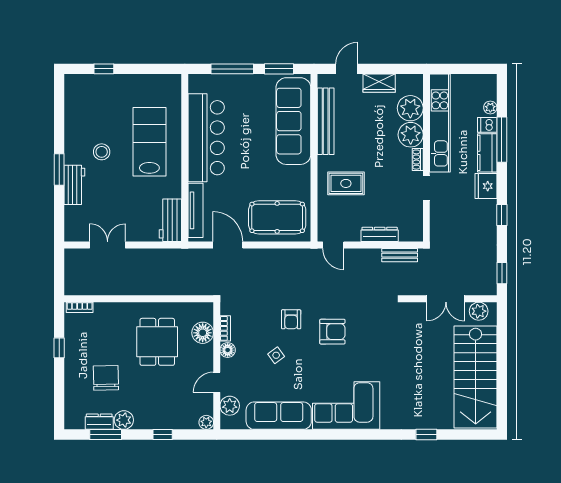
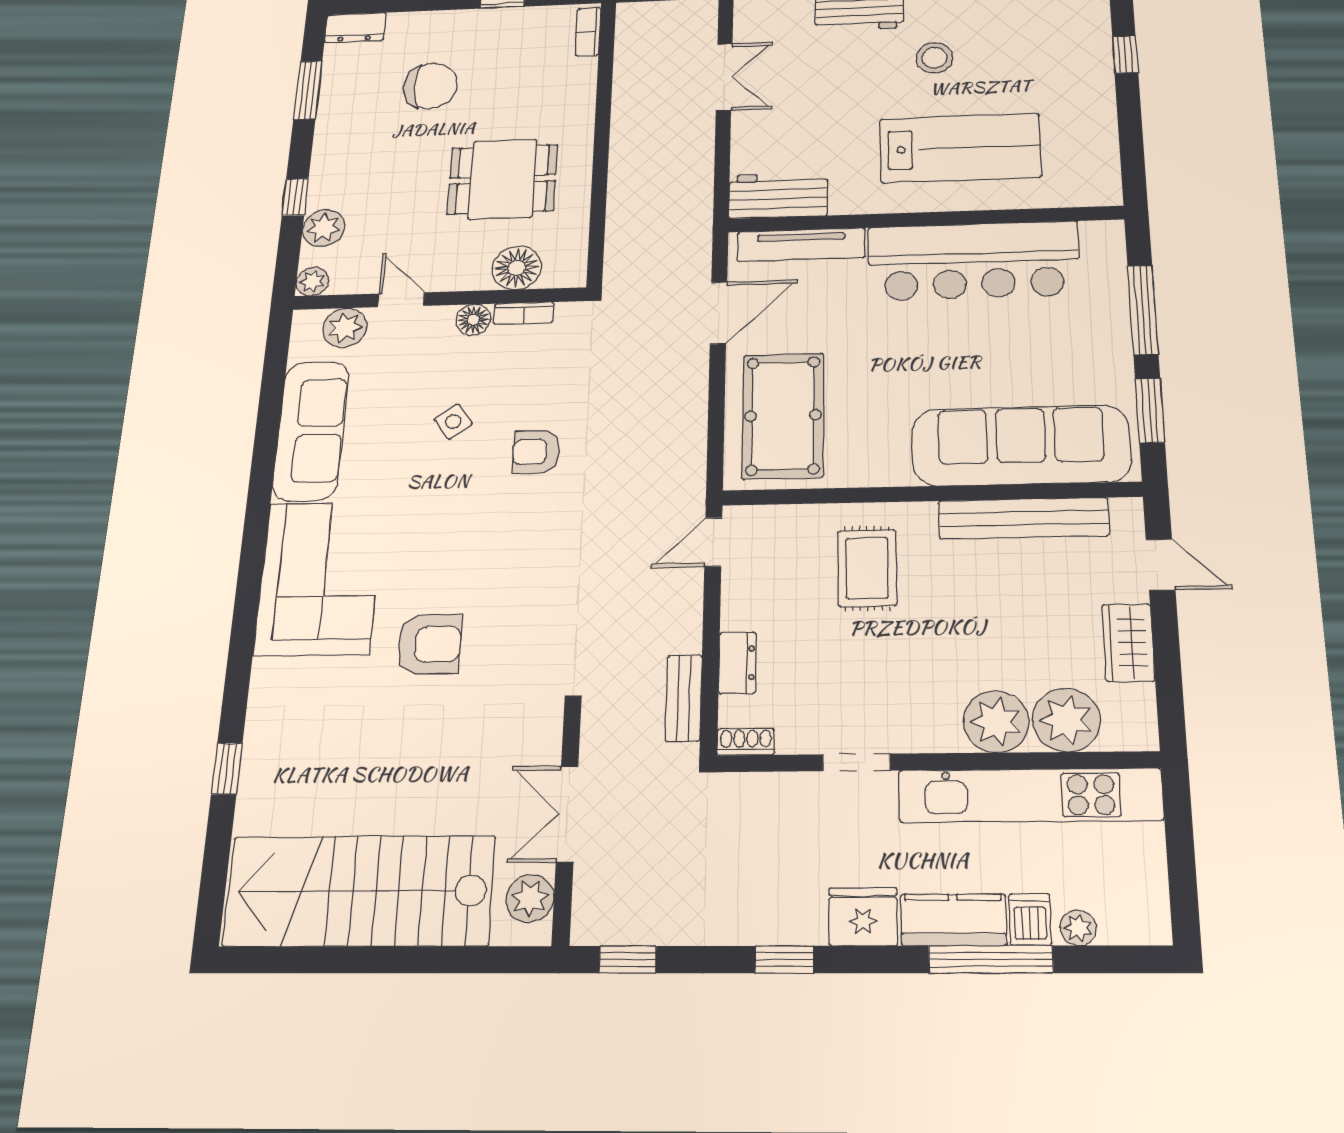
shoe rack: (418, 160) -> (746, 742), moved
dresser: (380, 234) -> (737, 663), width x0.70
armchair: (332, 332) -> (429, 644), moved, turned -90
plant: (124, 420) -> (324, 228), moved
dresser: (99, 422) -> (355, 28), moved, turned 90

